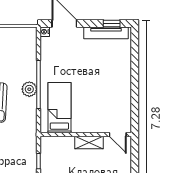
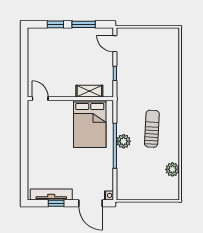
window: (112, 23) -> (56, 203), moved
bed: (59, 108) -> (90, 124), width x1.50
shelving: (89, 142) -> (89, 91), moved

